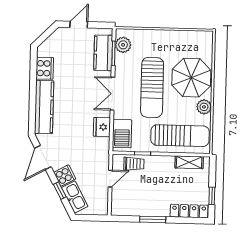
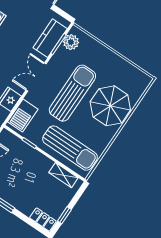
sun lounger: (152, 87) -> (72, 93), turned 180
plant: (204, 107) -> (105, 137), removed
trolley: (134, 164) -> (17, 147), removed
locker: (189, 211) -> (43, 220), width x0.66

